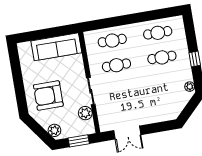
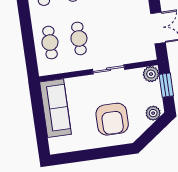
plant: (85, 113) -> (151, 74), moved

